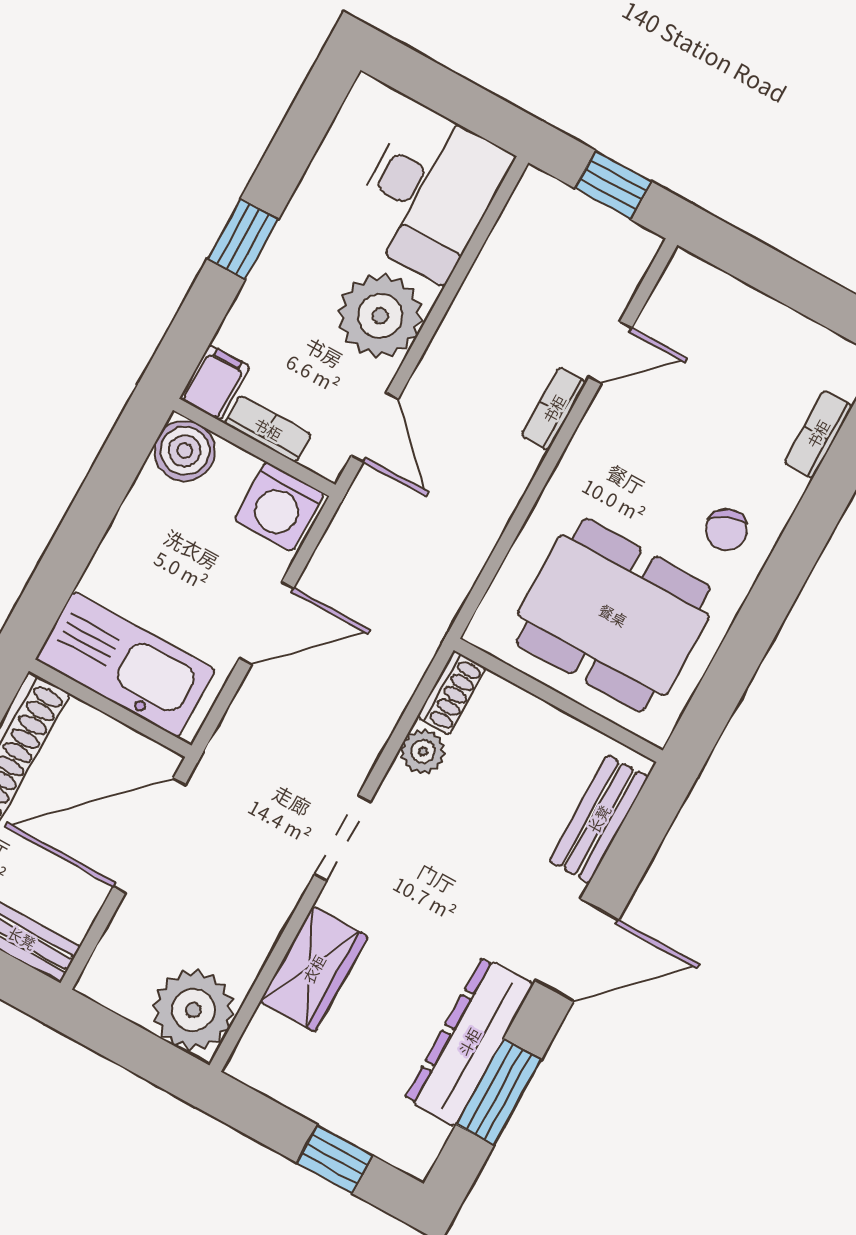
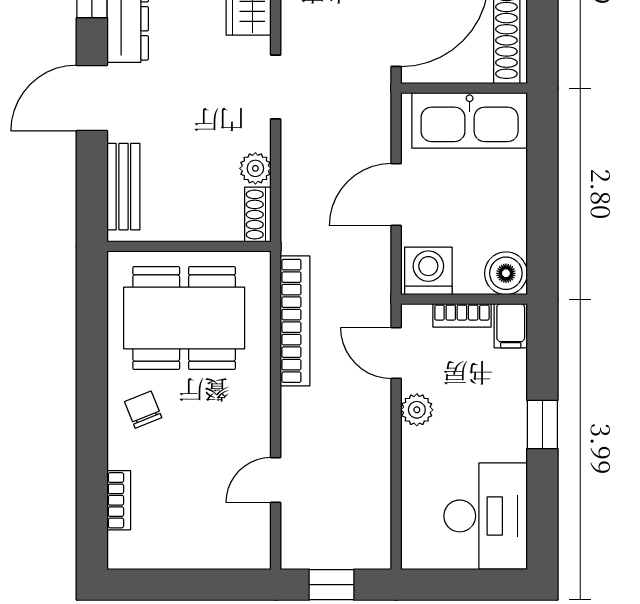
desk: (429, 193) -> (486, 516), moved, turned 180
plant: (380, 316) -> (417, 410), width x0.53, depth x0.53
bookcase: (554, 409) -> (295, 321), moved, width x2.31, depth x1.31

